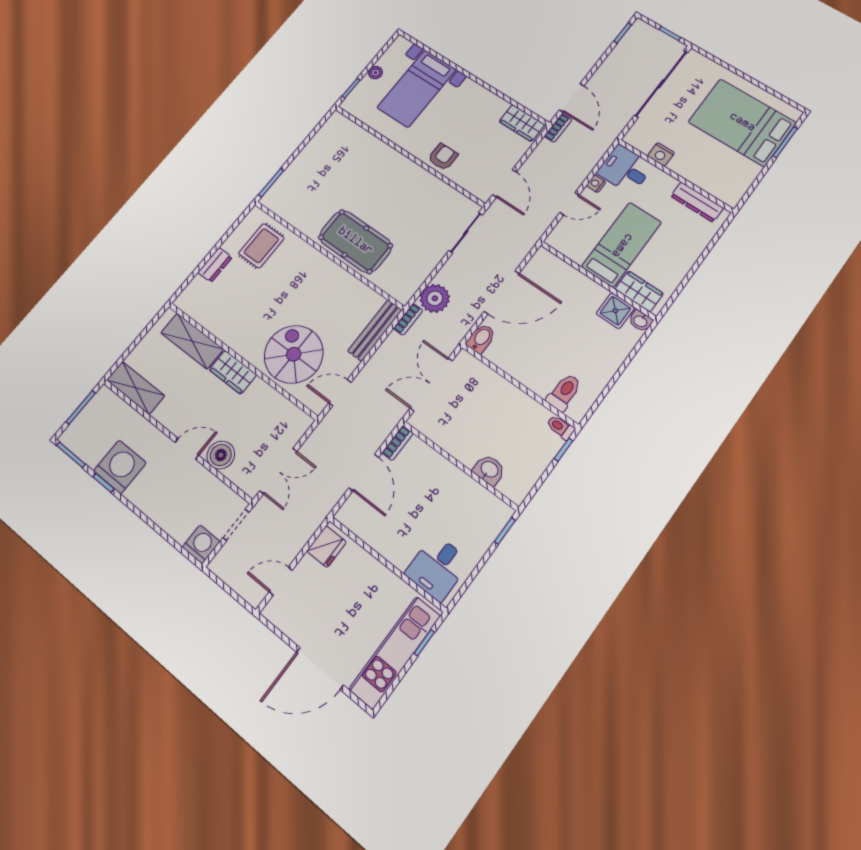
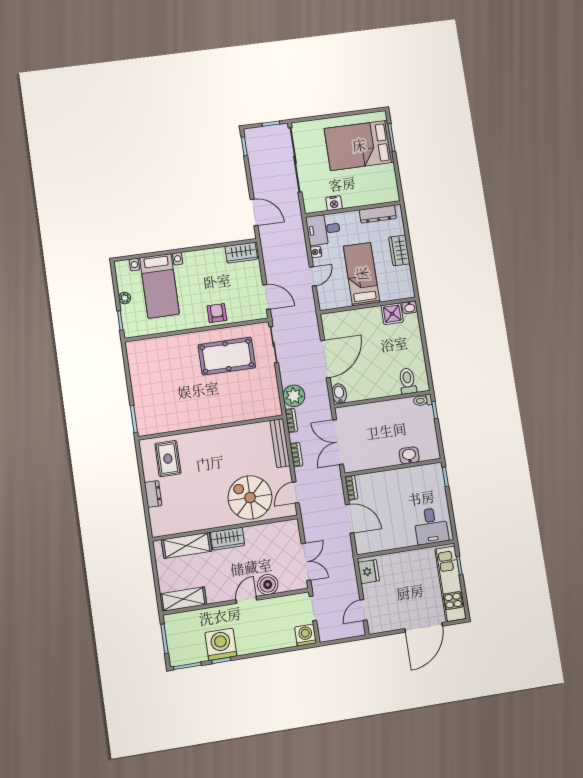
bookcase: (558, 128) -> (296, 455), moved
pool table: (355, 241) -> (227, 356), moved
wardrobe: (639, 291) -> (399, 251), moved, turned -90

